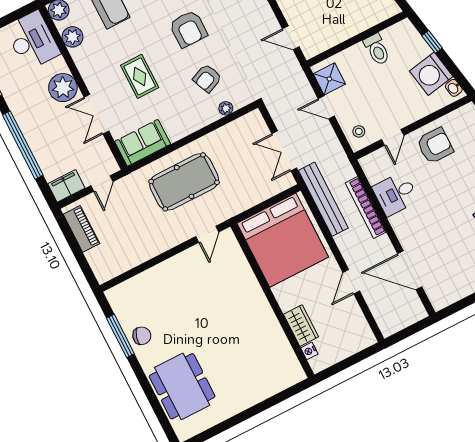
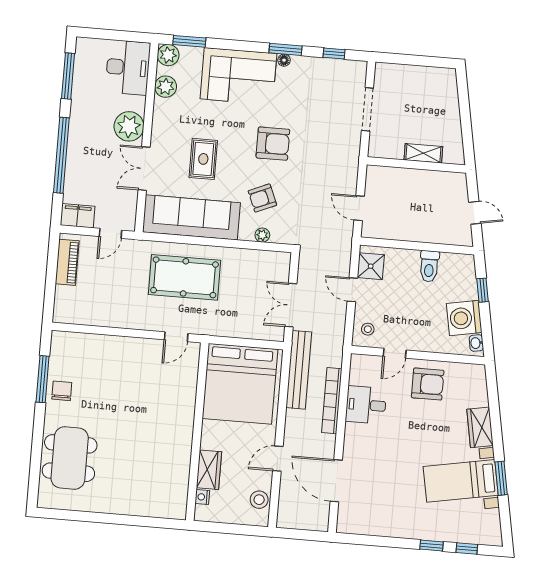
armchair: (188, 29) -> (273, 144), turned -90
sofa: (143, 143) -> (191, 217), width x1.85, depth x1.27
stool: (357, 324) -> (259, 500), added
chair: (142, 336) -> (62, 391), turned -107

